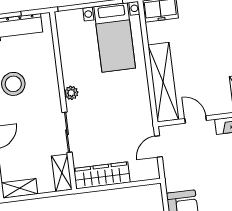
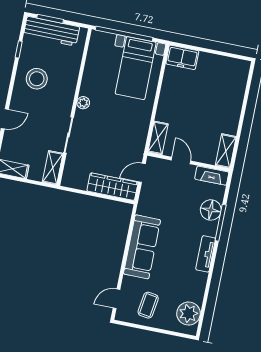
shelving: (163, 82) -> (158, 138), width x0.45, depth x0.75
wardrobe: (102, 175) -> (112, 187), moved

